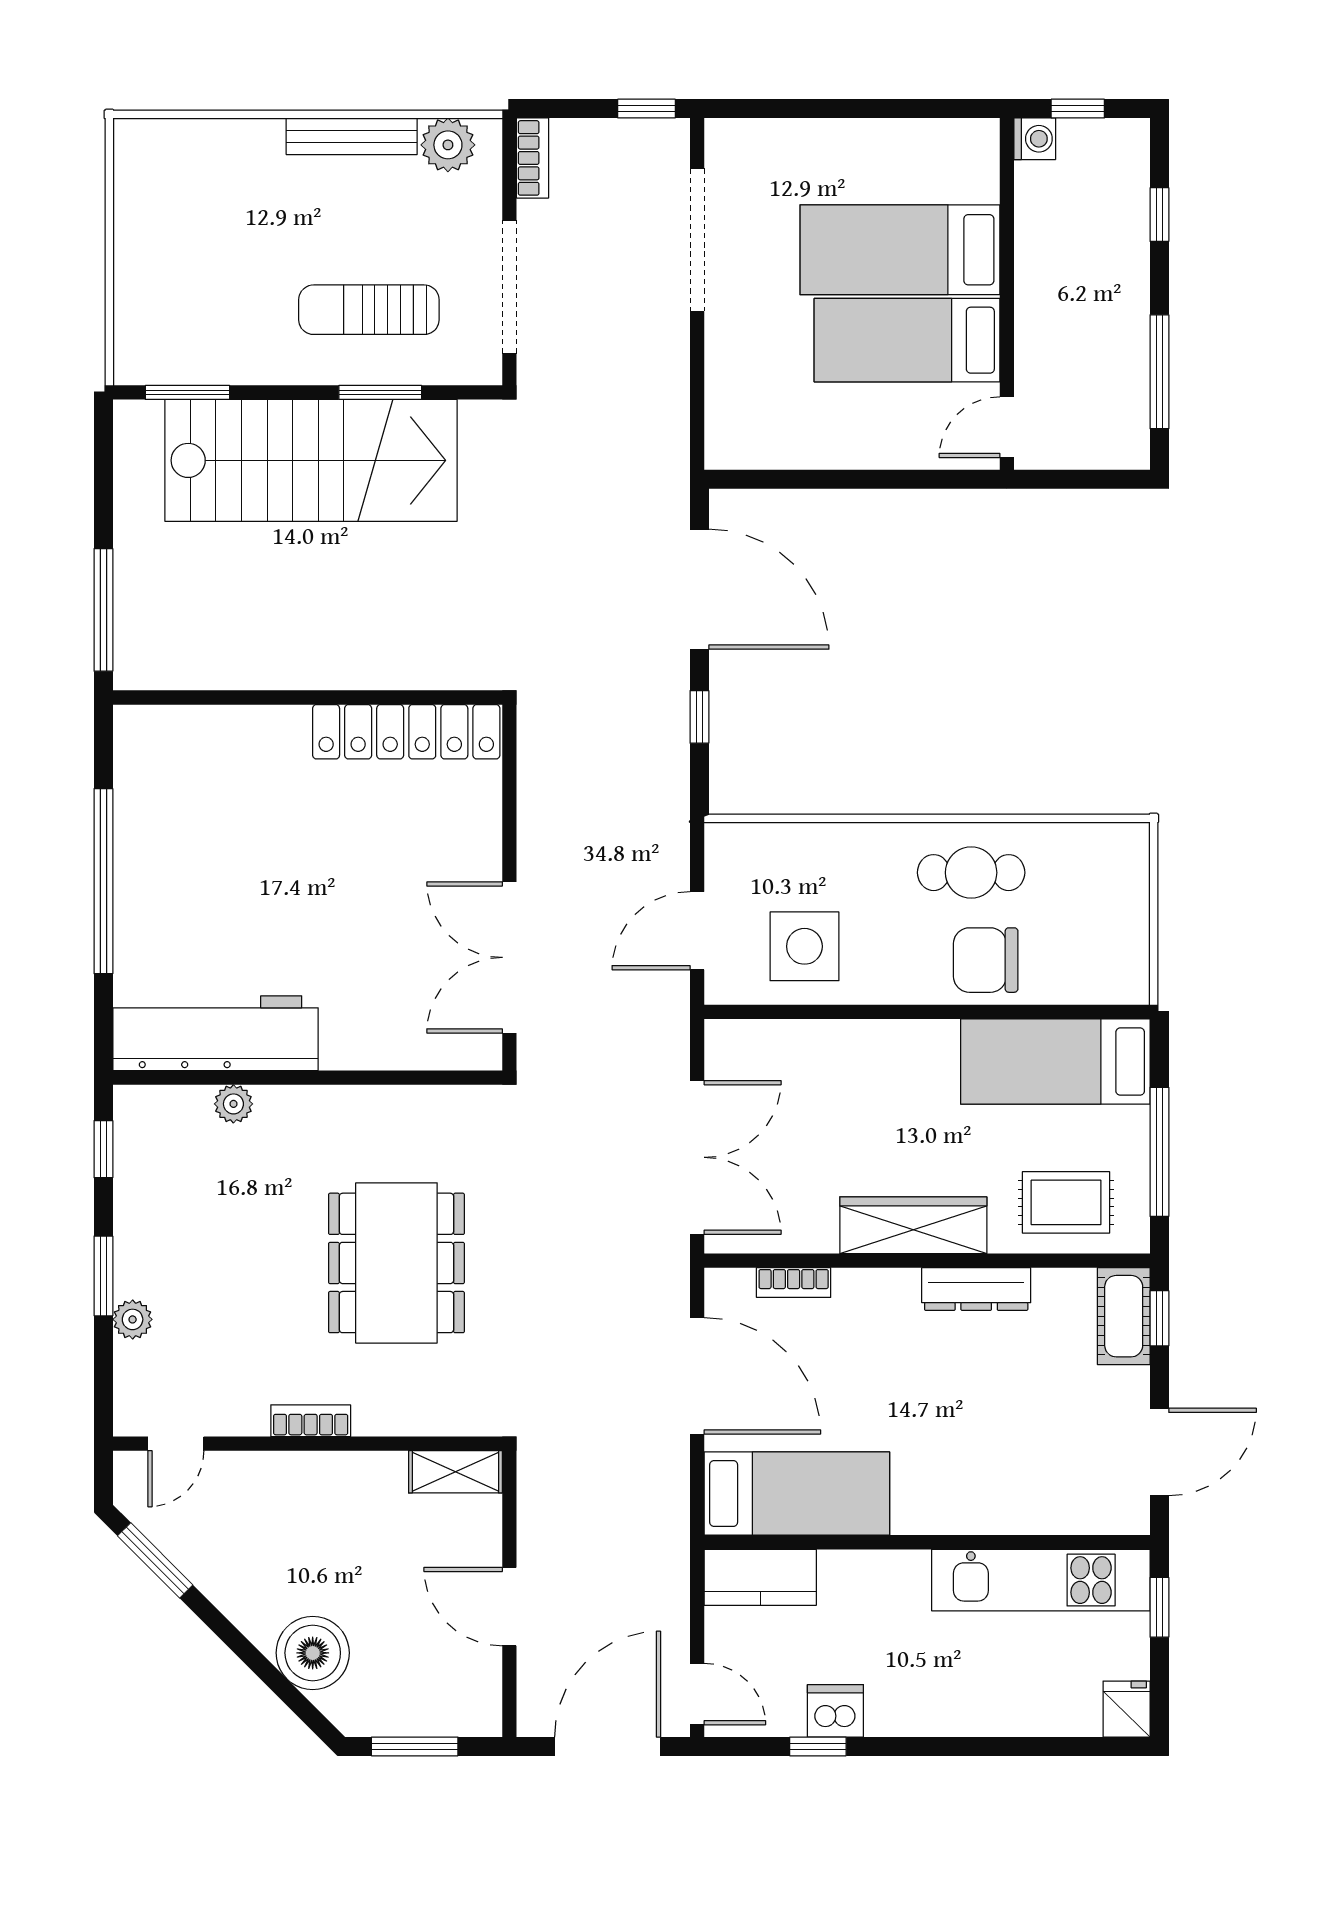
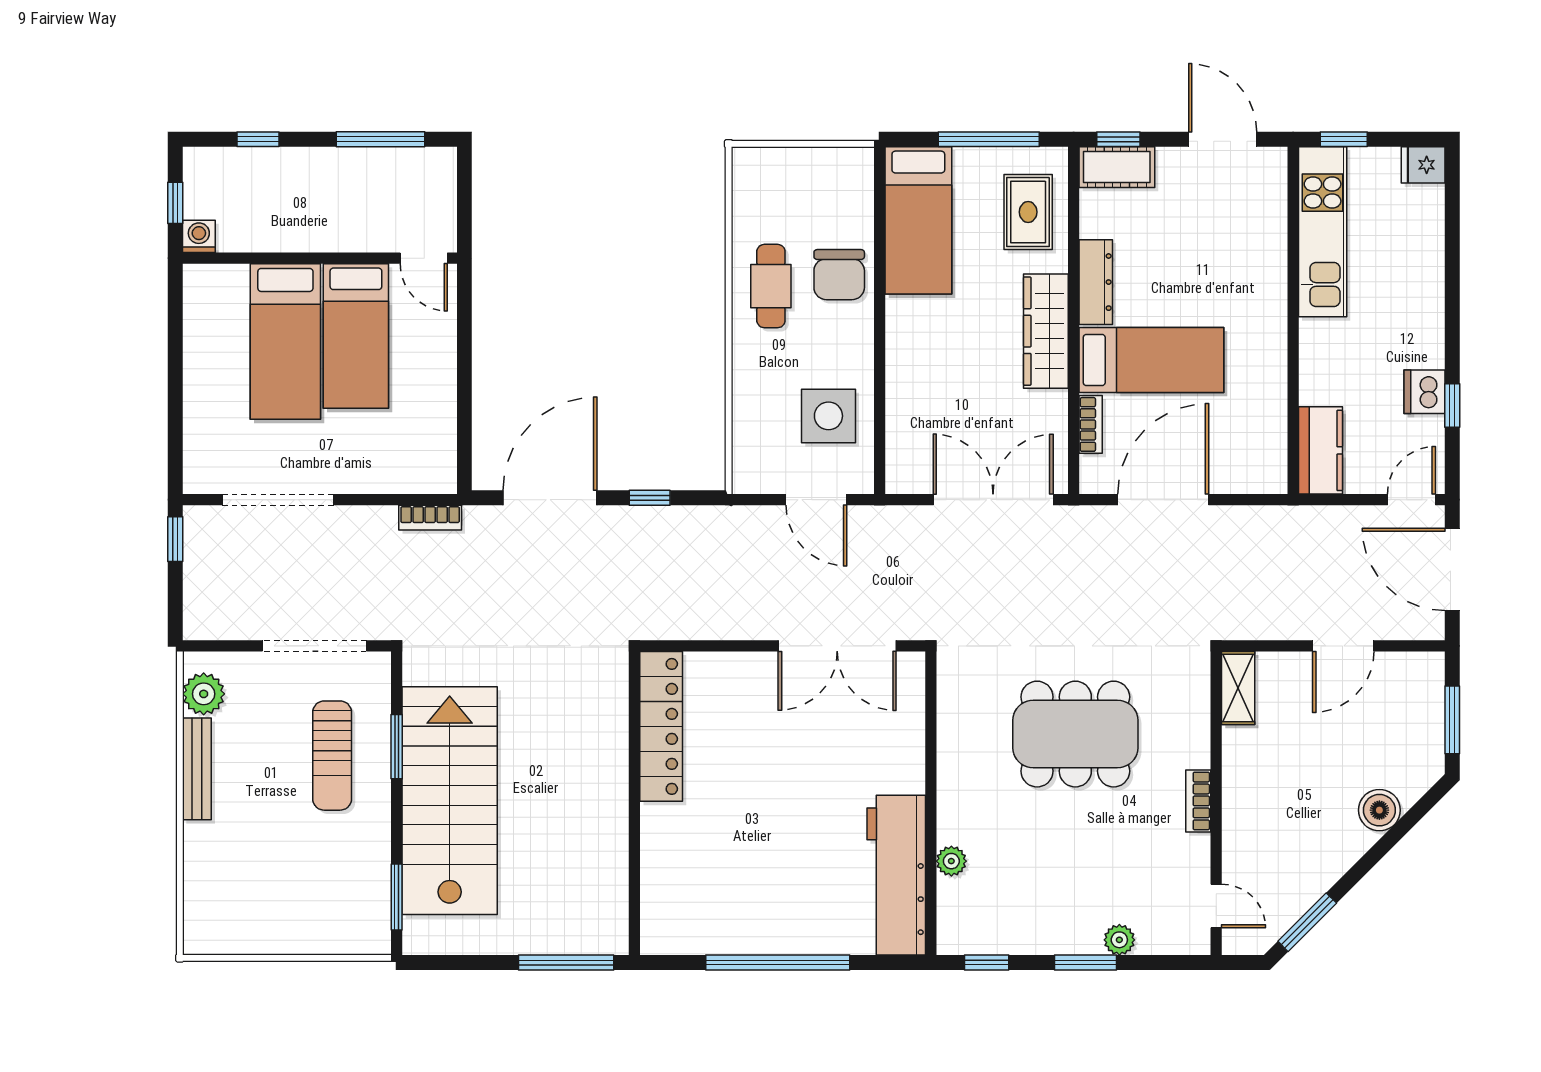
bookcase: (532, 158) -> (430, 518), moved, turned 180
bed: (797, 1494) -> (1151, 360), moved, turned 90
boiler: (313, 1653) -> (1379, 810), width x0.73, depth x0.73

